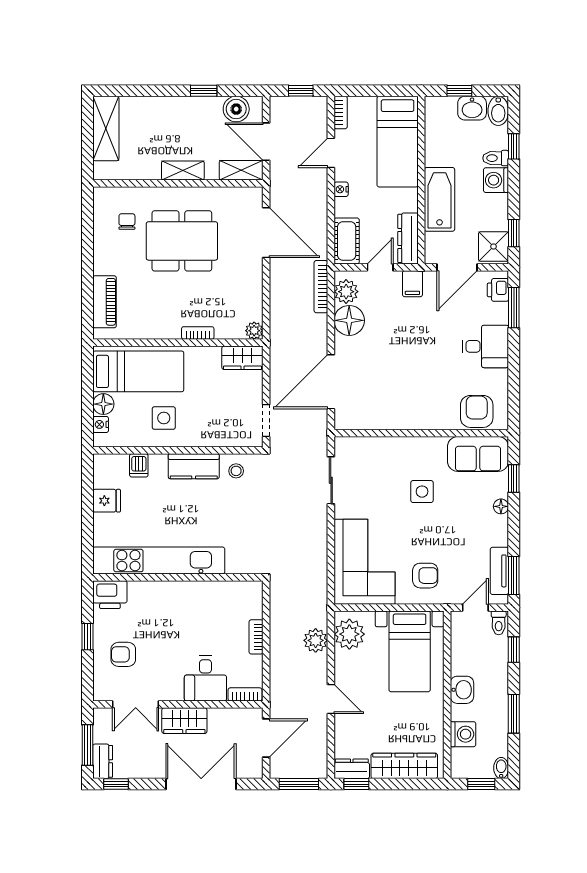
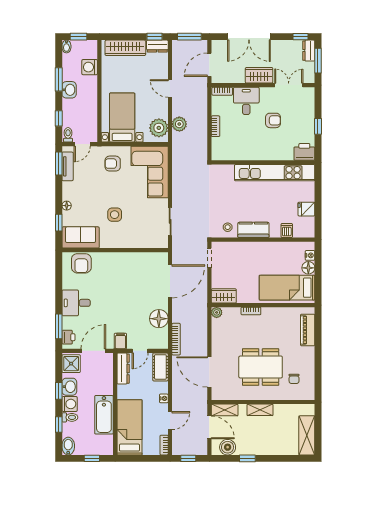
washbasin: (472, 108) -> (69, 387), moved, turned 90
bathtub: (440, 199) -> (104, 415), moved
window: (514, 233) -> (59, 391), moved
plant: (346, 292) -> (161, 336), removed
side table: (164, 418) -> (272, 259), removed
armchair: (123, 654) -> (273, 120), moved
washbasin: (462, 690) -> (69, 90), moved, turned 180

